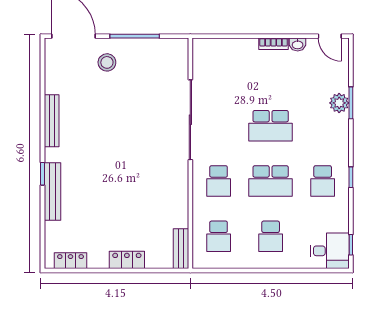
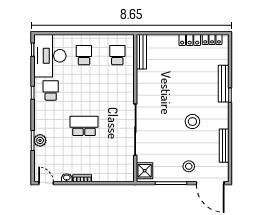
shower: (176, 56) -> (145, 171), added
bench: (52, 121) -> (224, 146), moved
stool: (101, 132) -> (192, 122), added
school desk: (219, 181) -> (117, 90), removed
school desk: (271, 181) -> (84, 90), removed
bench: (181, 249) -> (141, 52), width x1.36
desk: (330, 251) -> (50, 56), width x1.87, depth x1.30
locker: (127, 260) -> (190, 40), moved

